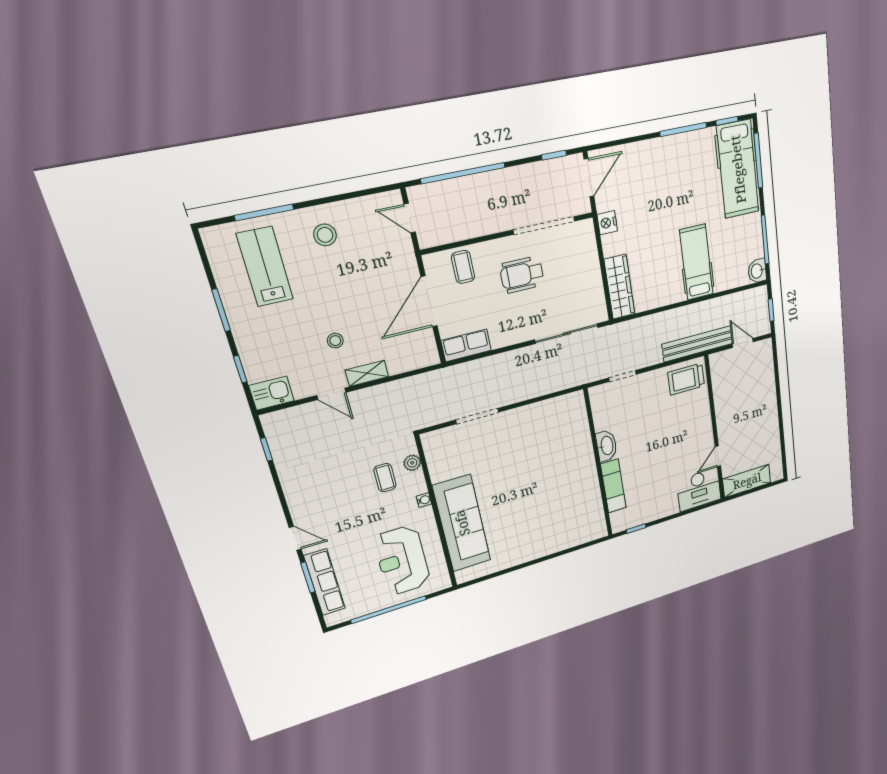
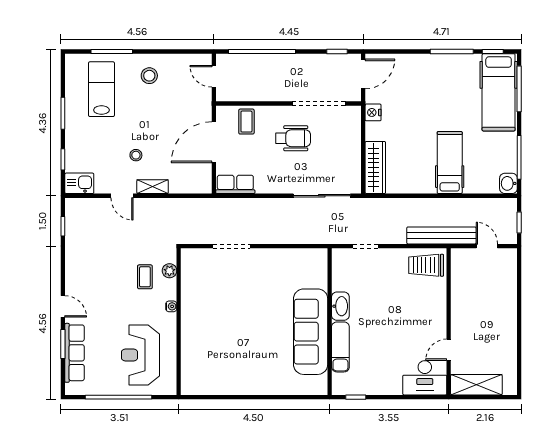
wheelchair: (522, 275) -> (293, 138), turned 180
sofa: (462, 523) -> (311, 332), moved, turned 180

